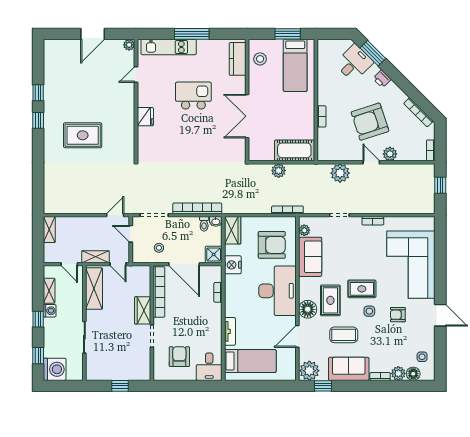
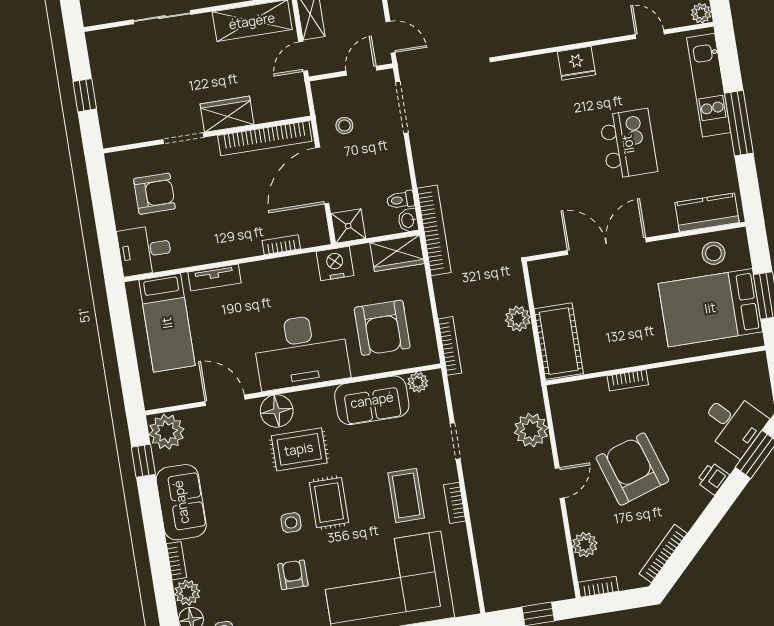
bed: (295, 65) -> (710, 308), width x1.50
plant: (390, 154) -> (585, 545), moved
bookcase: (197, 208) -> (434, 230), moved
coffee table: (344, 335) -> (406, 495), moved

